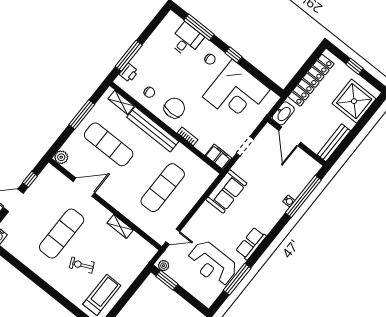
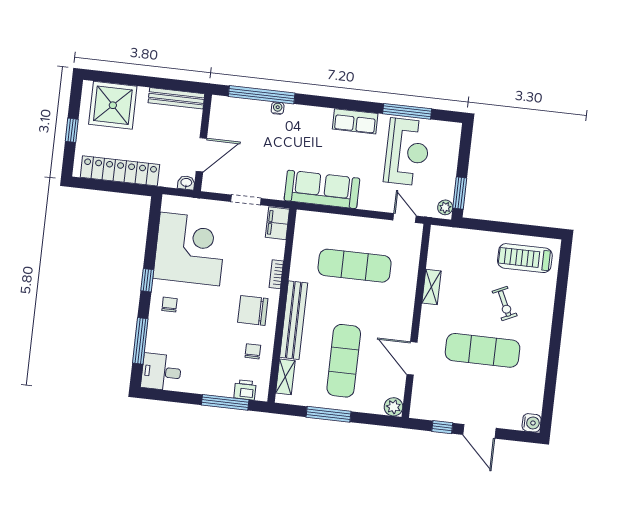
desk: (186, 40) -> (161, 372), moved
washbasin: (283, 113) -> (186, 183), width x0.52, depth x0.69
sofa: (226, 191) -> (322, 189), width x1.36

